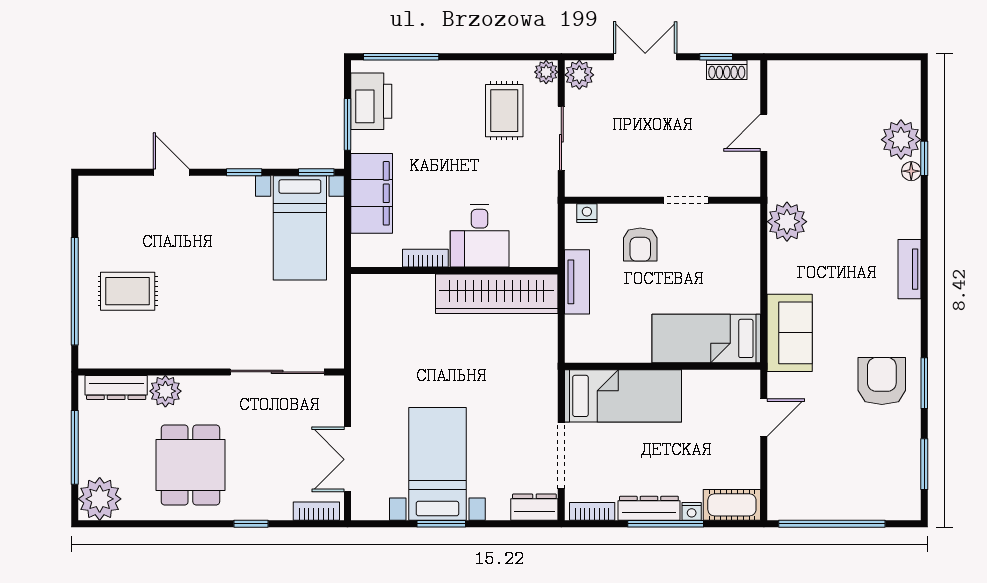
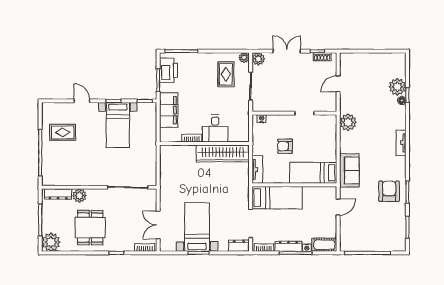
bed with nightstands: (300, 228) -> (118, 125), moved
armchair: (640, 245) -> (285, 146), moved, turned 90
tv unit: (577, 282) -> (257, 169), moved
rug: (128, 291) -> (63, 132), moved

